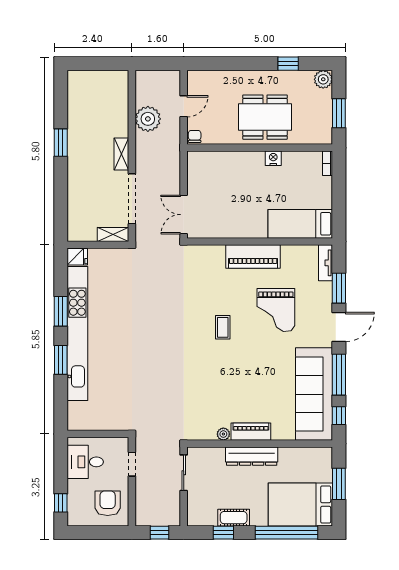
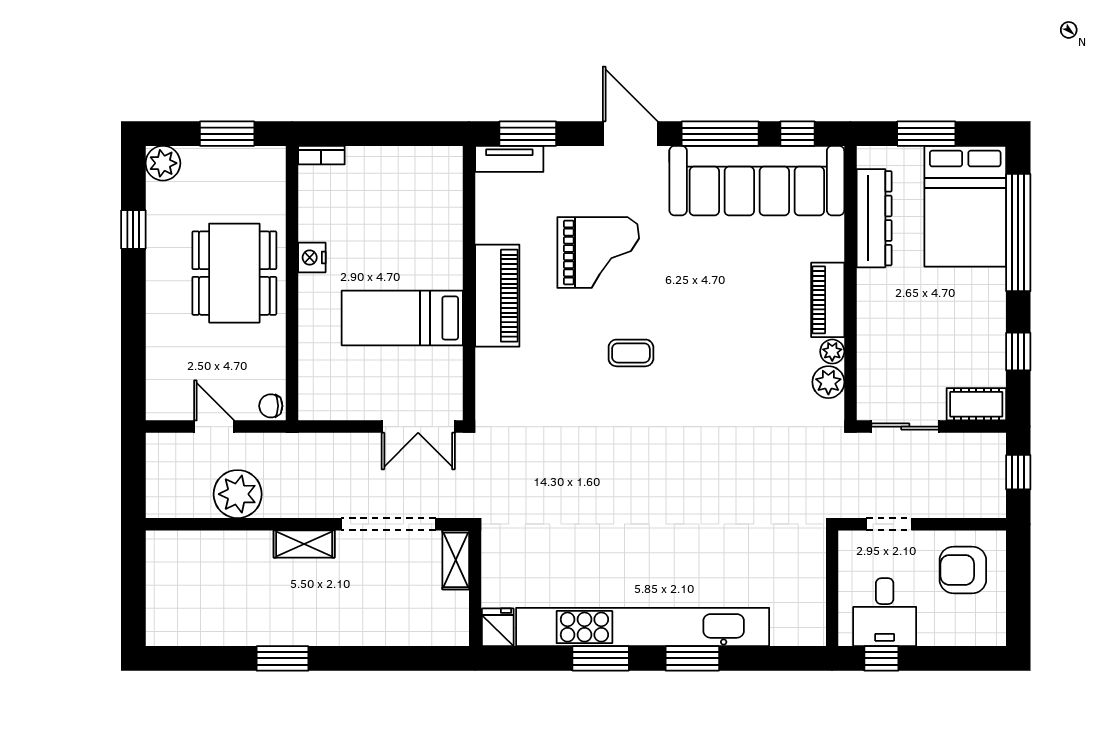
bed: (300, 224) -> (402, 318), moved, turned 90
window: (339, 288) -> (528, 134), moved
plant: (207, 432) -> (828, 382), added
dresser: (252, 456) -> (874, 218), moved
window: (61, 503) -> (881, 658), moved
cot: (234, 518) -> (976, 404), moved, turned 90

